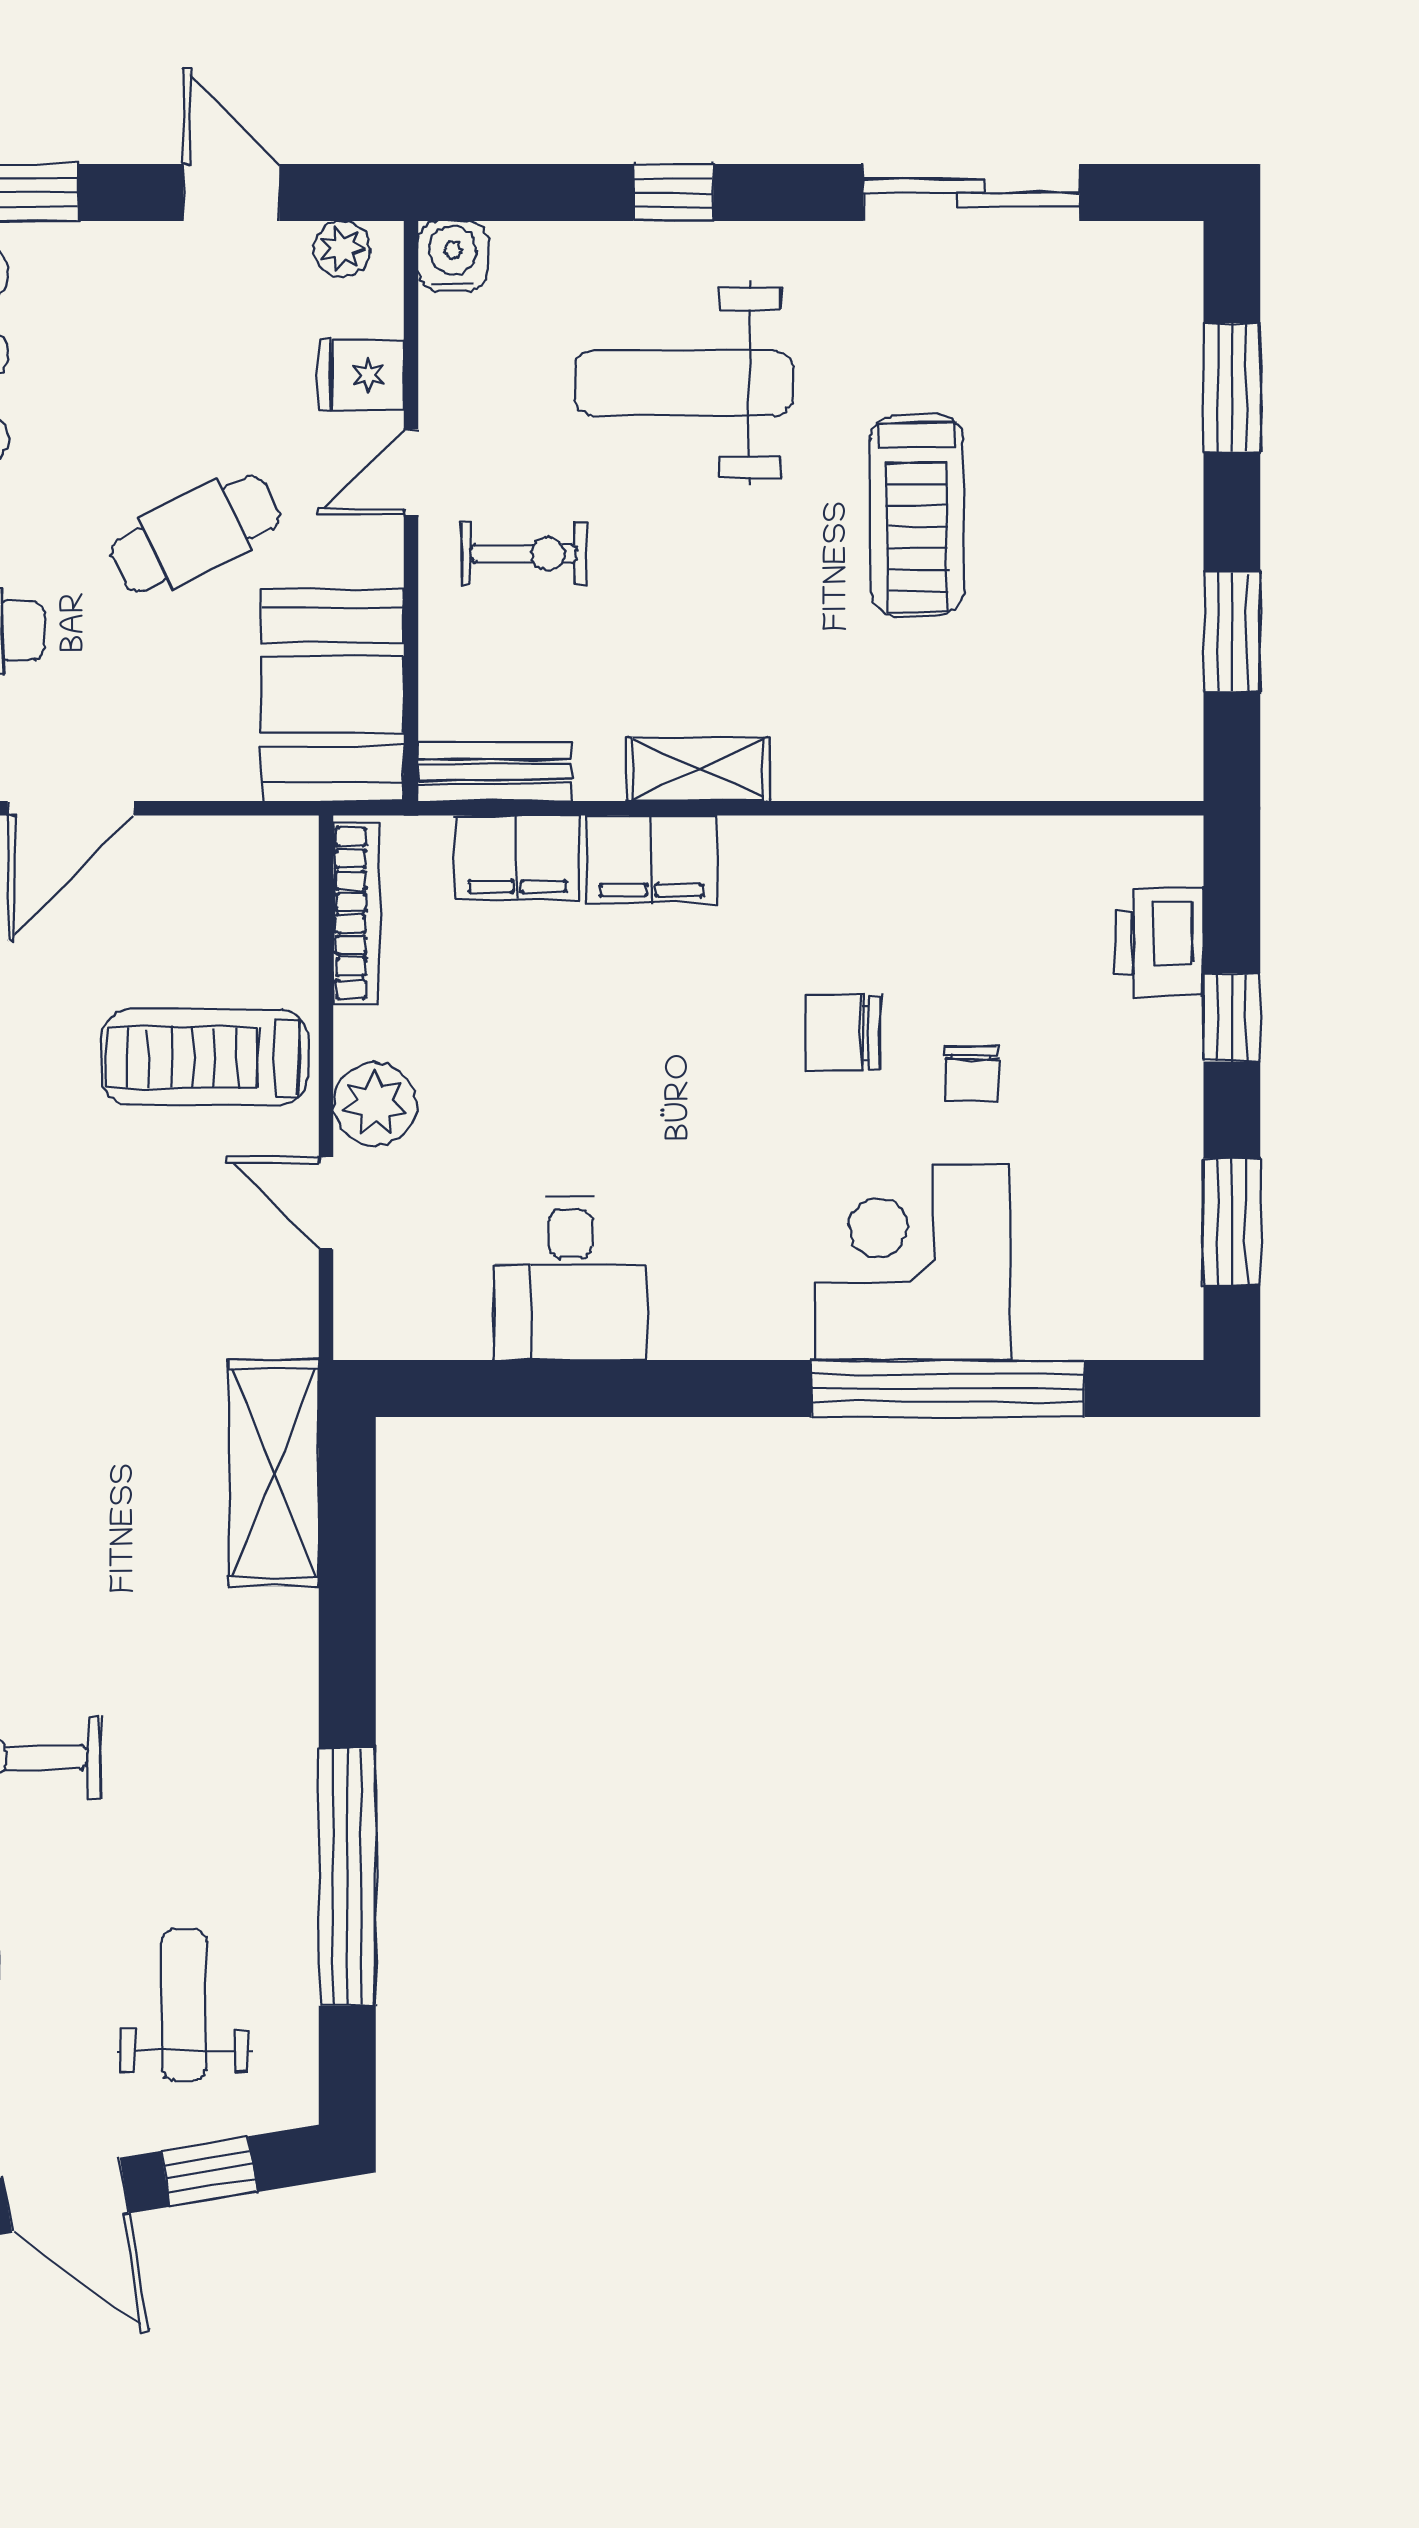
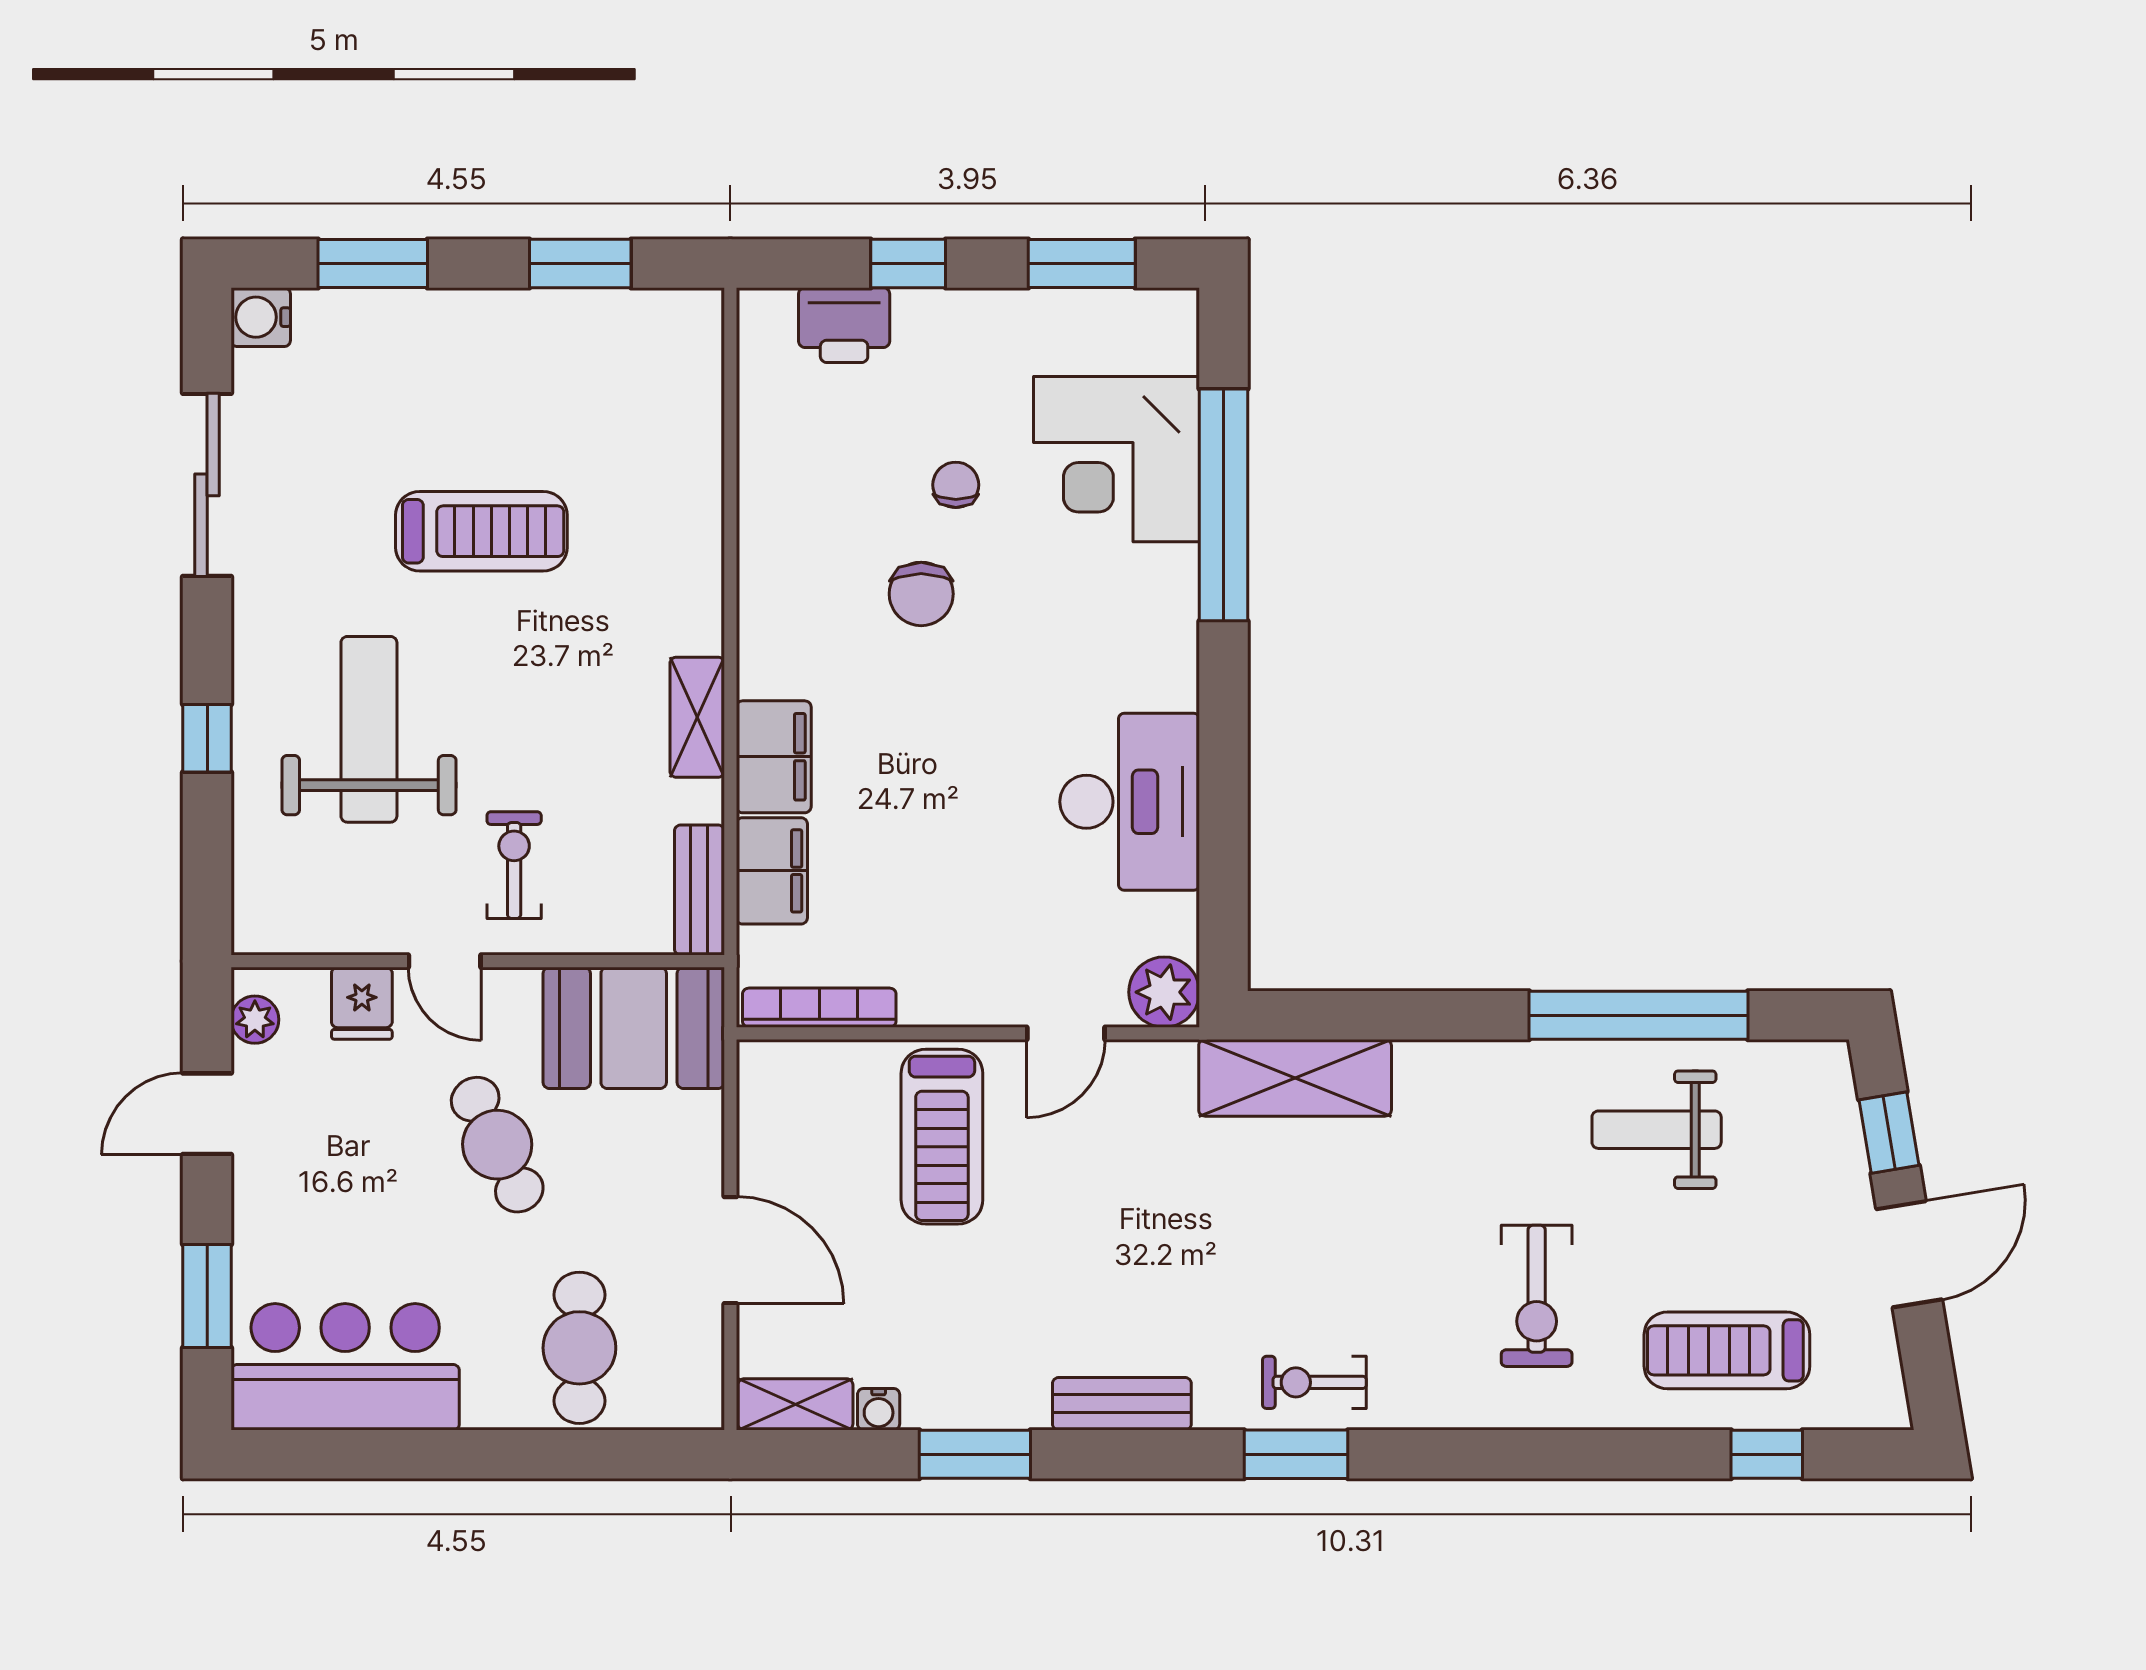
water cooler: (453, 256) -> (261, 317), moved
weight bench: (684, 383) -> (369, 729), turned 180
chair: (971, 1074) -> (956, 485), turned -90
plant: (375, 1104) -> (1164, 992), moved
corner desk: (913, 1263) -> (1117, 459), moved
desk: (570, 1278) -> (1130, 802), width x1.37
weight bench: (184, 2005) -> (1657, 1130), moved

